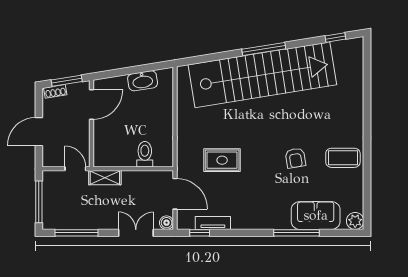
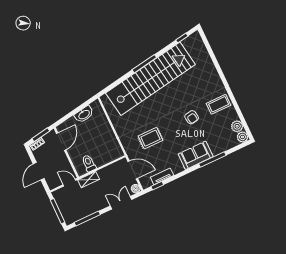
toilet: (145, 154) -> (89, 163), moved
plant: (355, 202) -> (237, 126), added
sofa: (316, 215) -> (196, 155), moved

